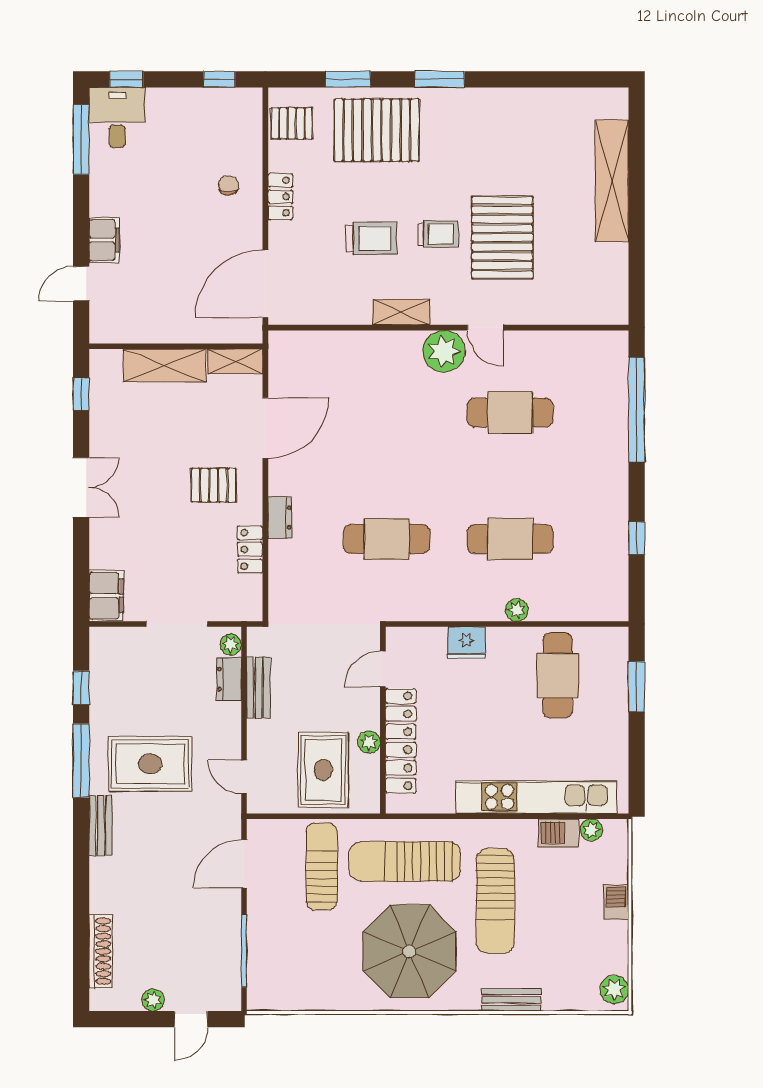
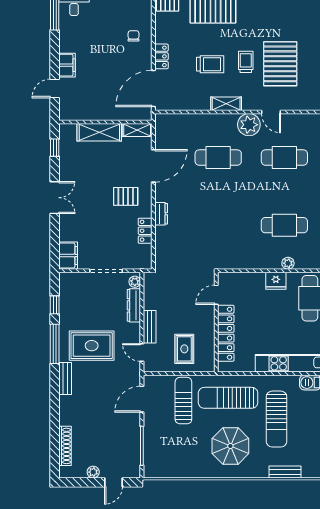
locker: (280, 197) -> (161, 56), moved
trolley: (438, 234) -> (246, 62), turned -90
cafe table: (387, 539) -> (218, 158), moved
fridge: (466, 643) -> (276, 281), moved
dresser: (229, 679) -> (134, 305), width x1.44
bench: (258, 687) -> (150, 327), moved
plant: (369, 742) -> (209, 334), removed
rug: (323, 770) -> (184, 349), width x0.73, depth x0.70
parasol: (409, 951) -> (230, 446), width x0.73, depth x0.73

